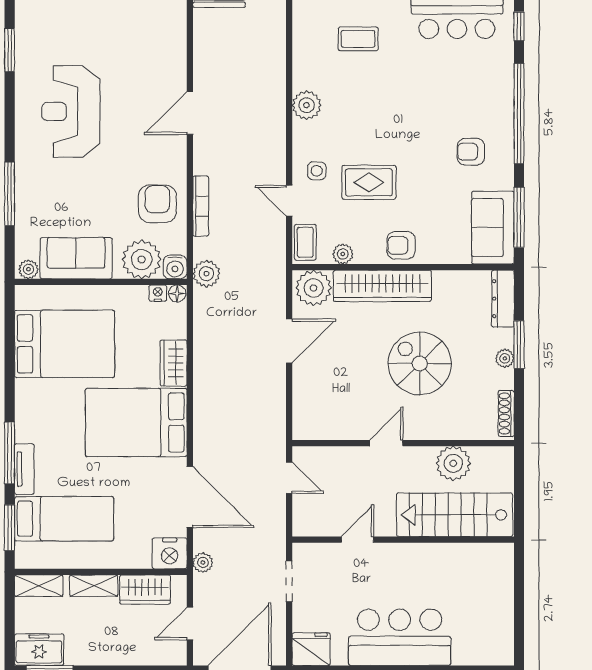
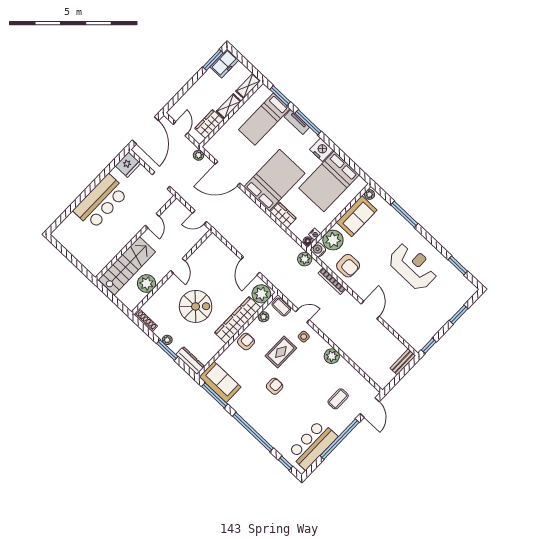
armchair: (471, 152) -> (275, 386), moved
nightstand: (170, 553) -> (321, 150), moved, turned 90

